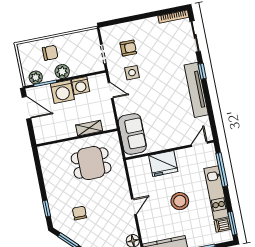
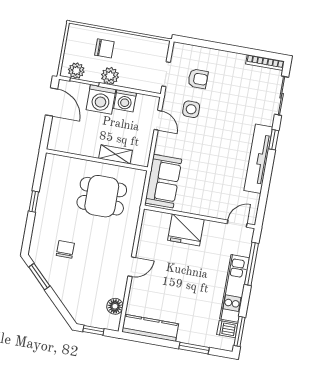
stool: (180, 201) -> (188, 281), removed
window: (47, 208) -> (34, 201), moved

